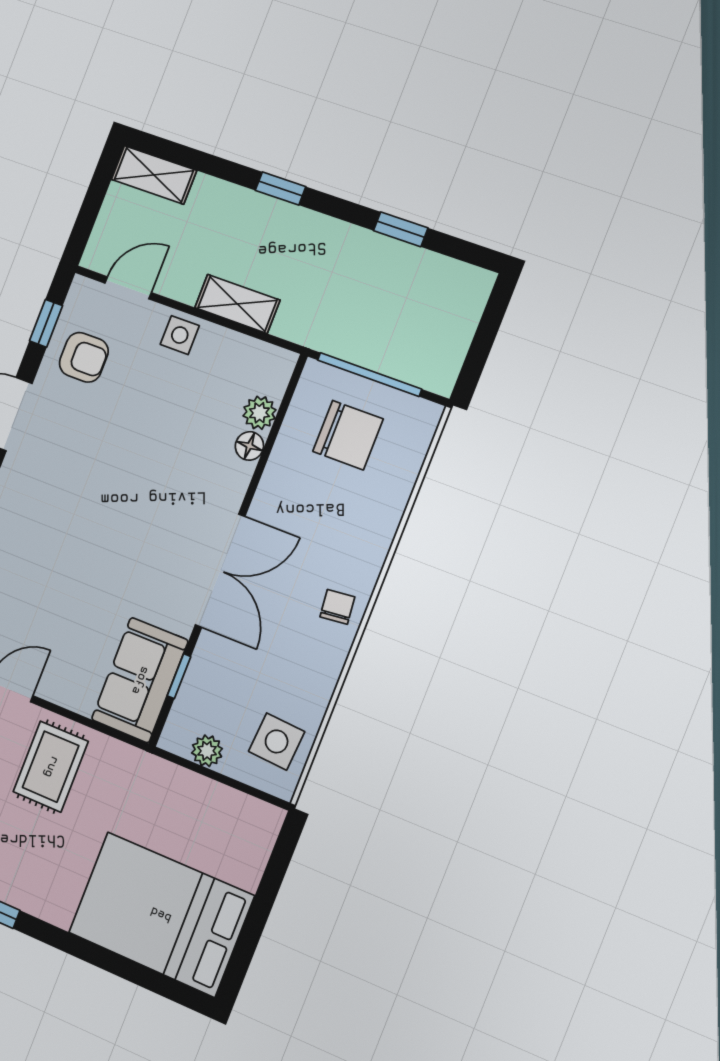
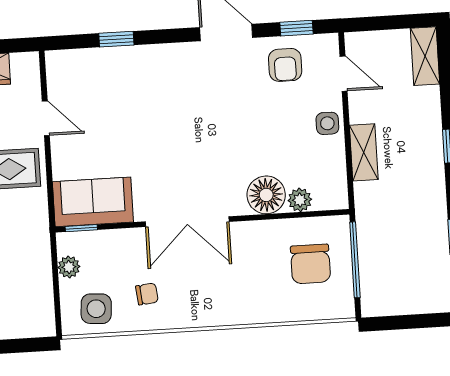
floor lamp: (249, 446) -> (266, 195), width x1.89, depth x1.89
chair: (337, 607) -> (147, 294), moved
window: (179, 676) -> (81, 228), moved

